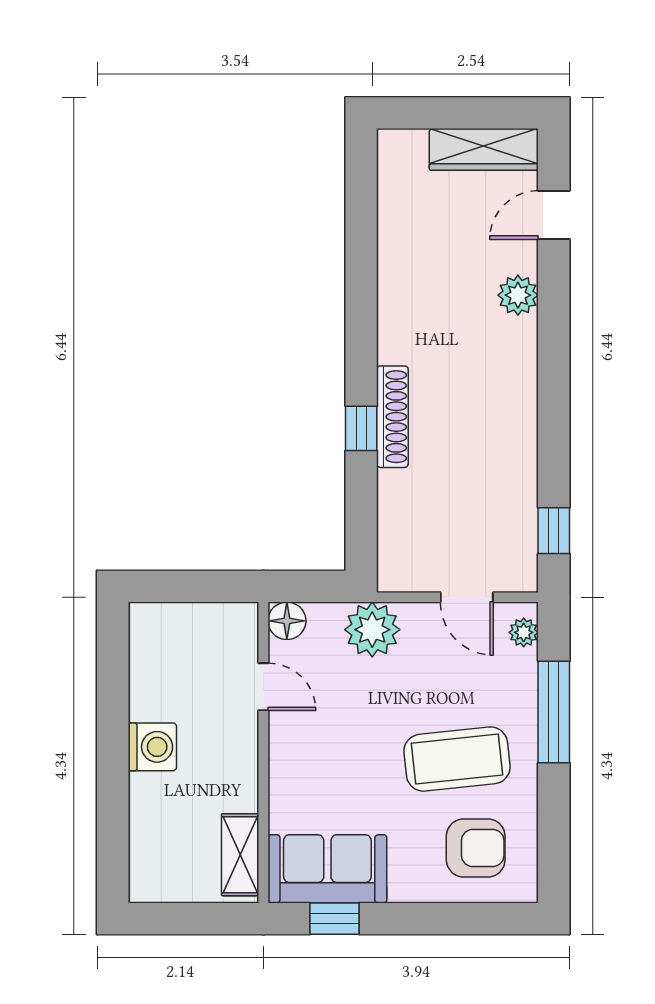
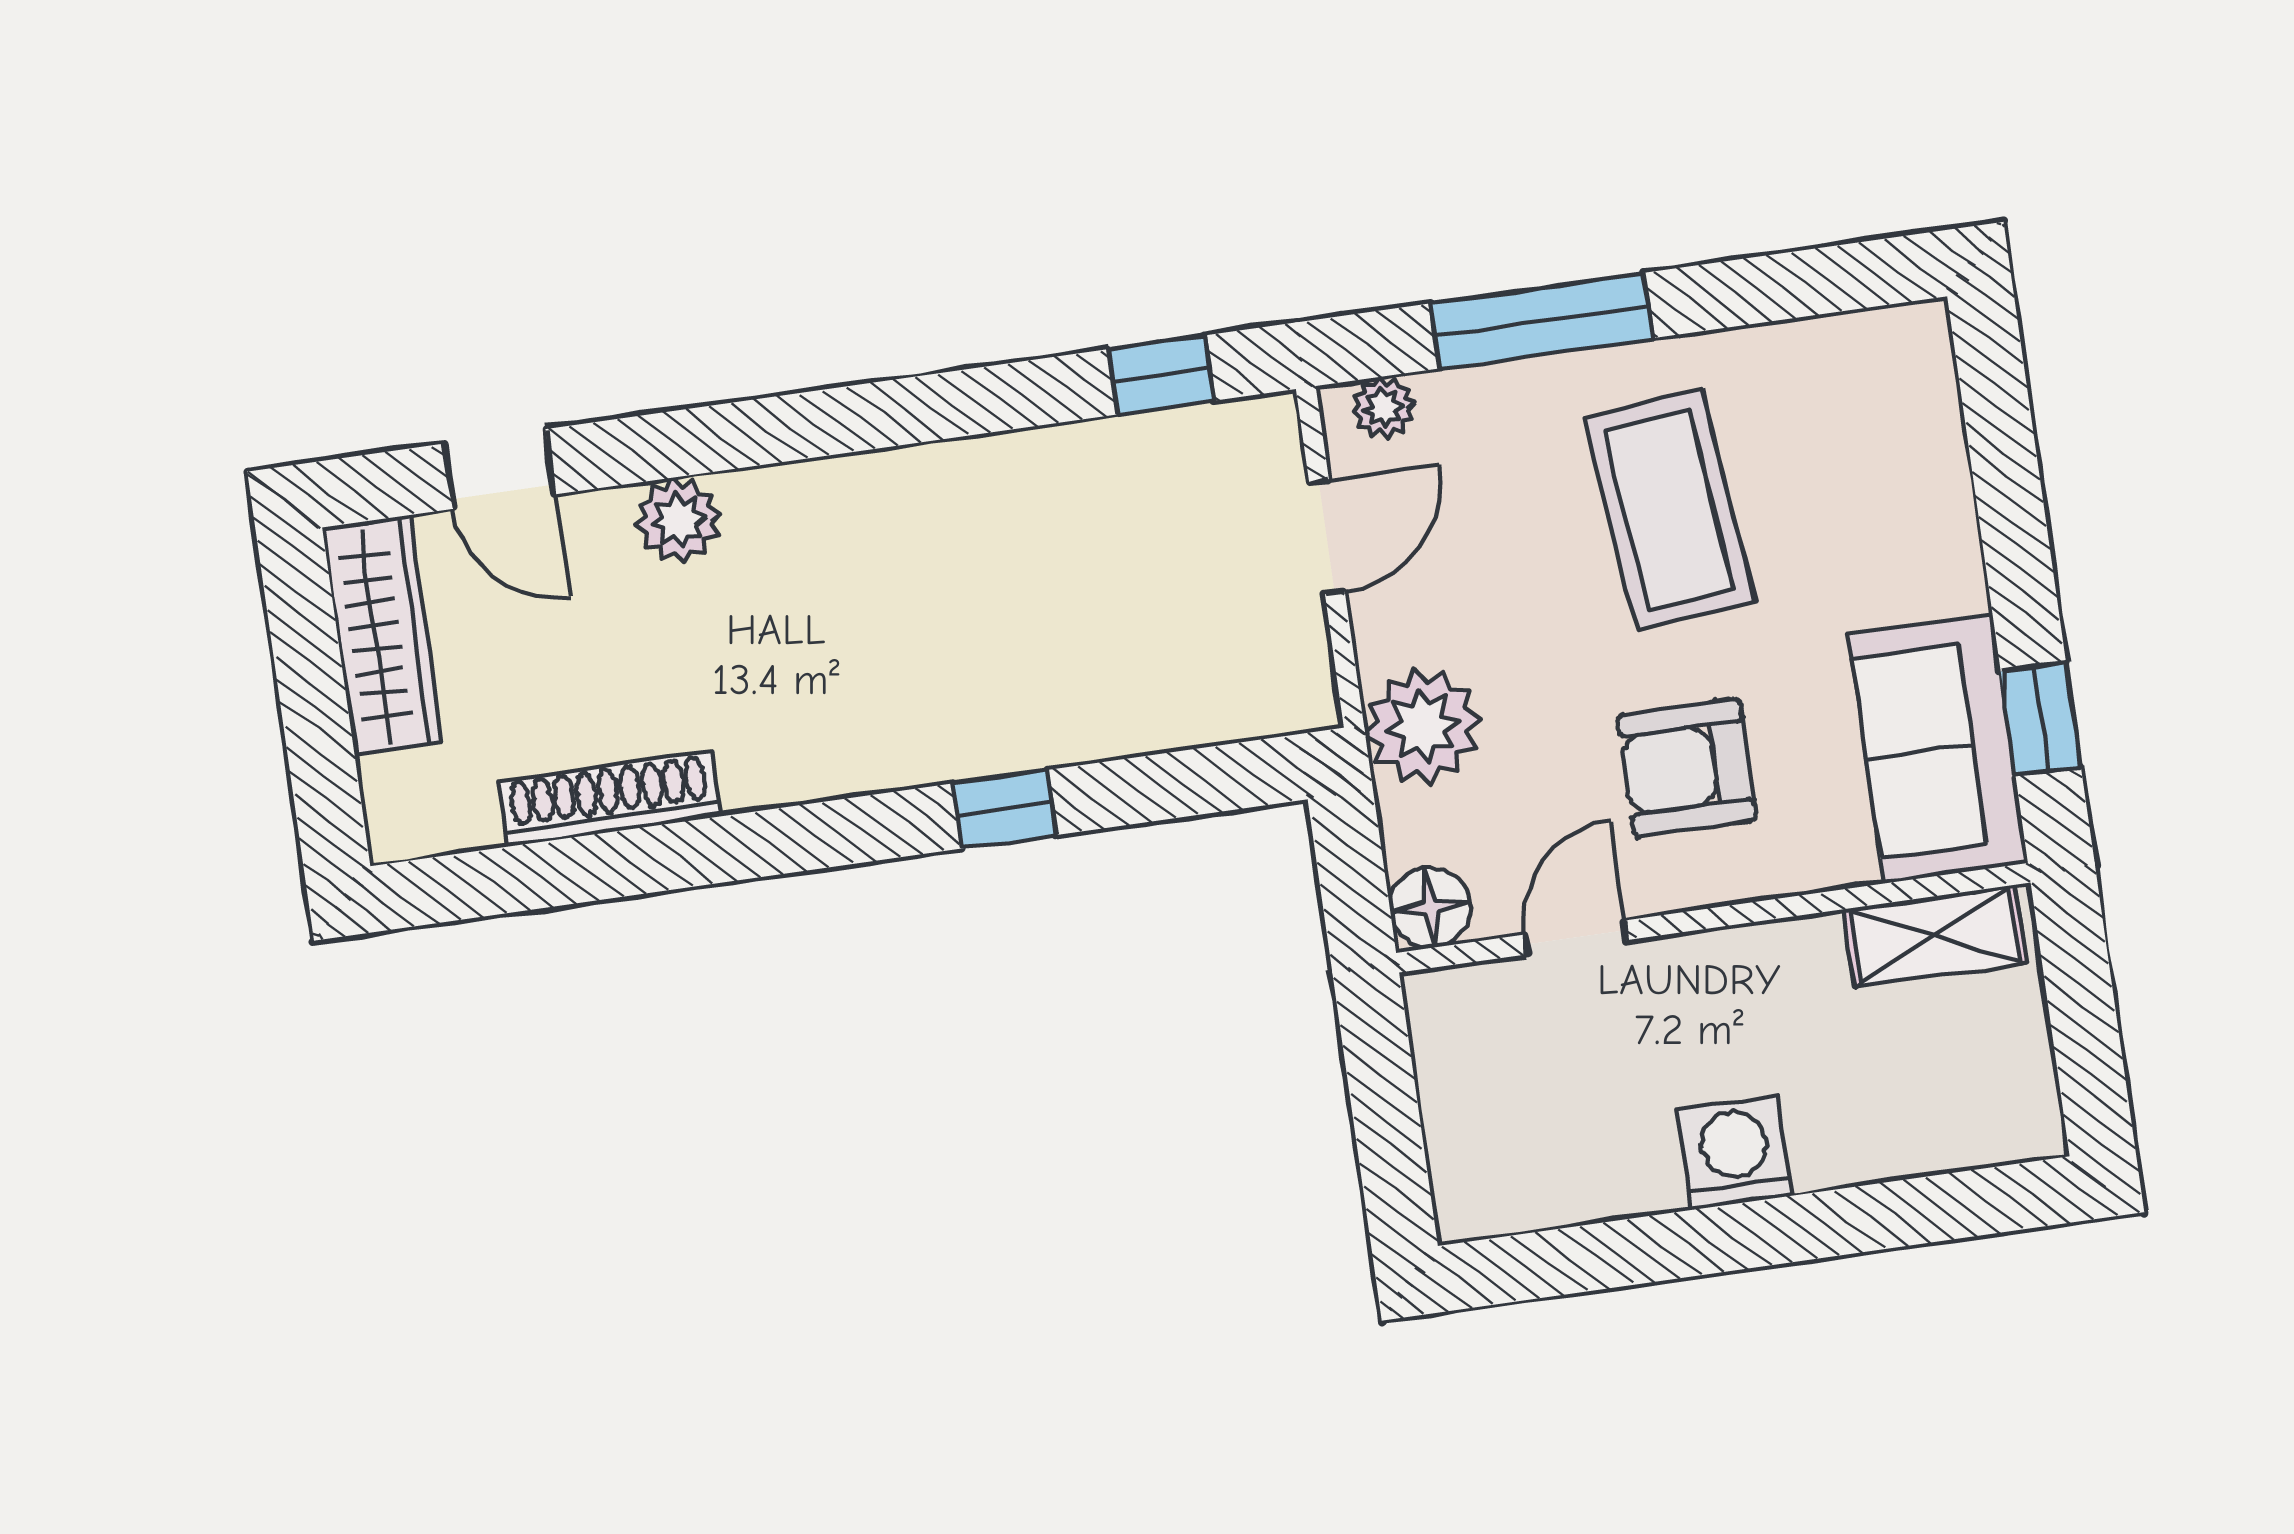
shoe rack: (392, 417) -> (609, 799), moved
armchair: (476, 848) -> (1687, 768), moved, turned -90

